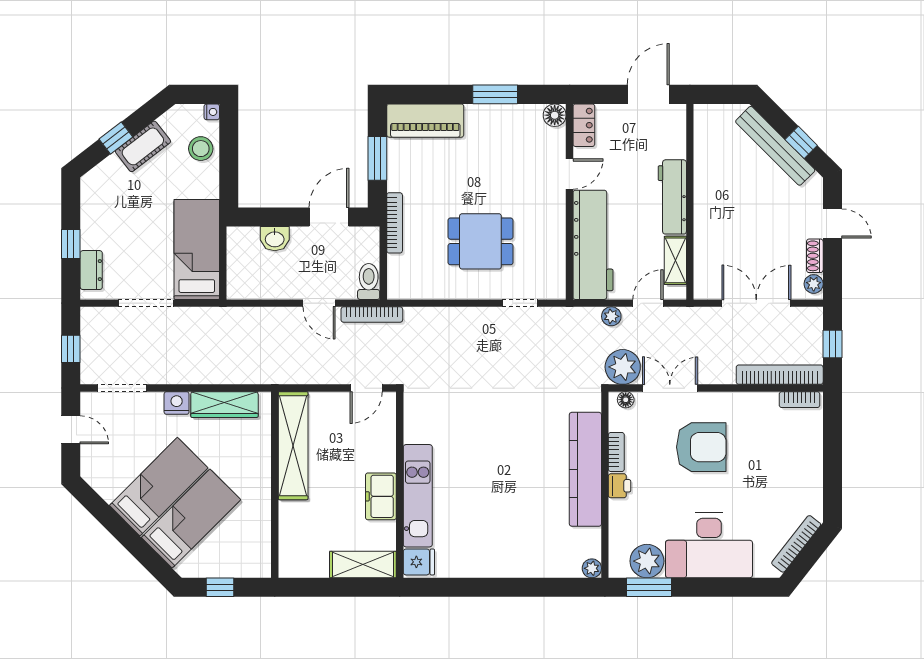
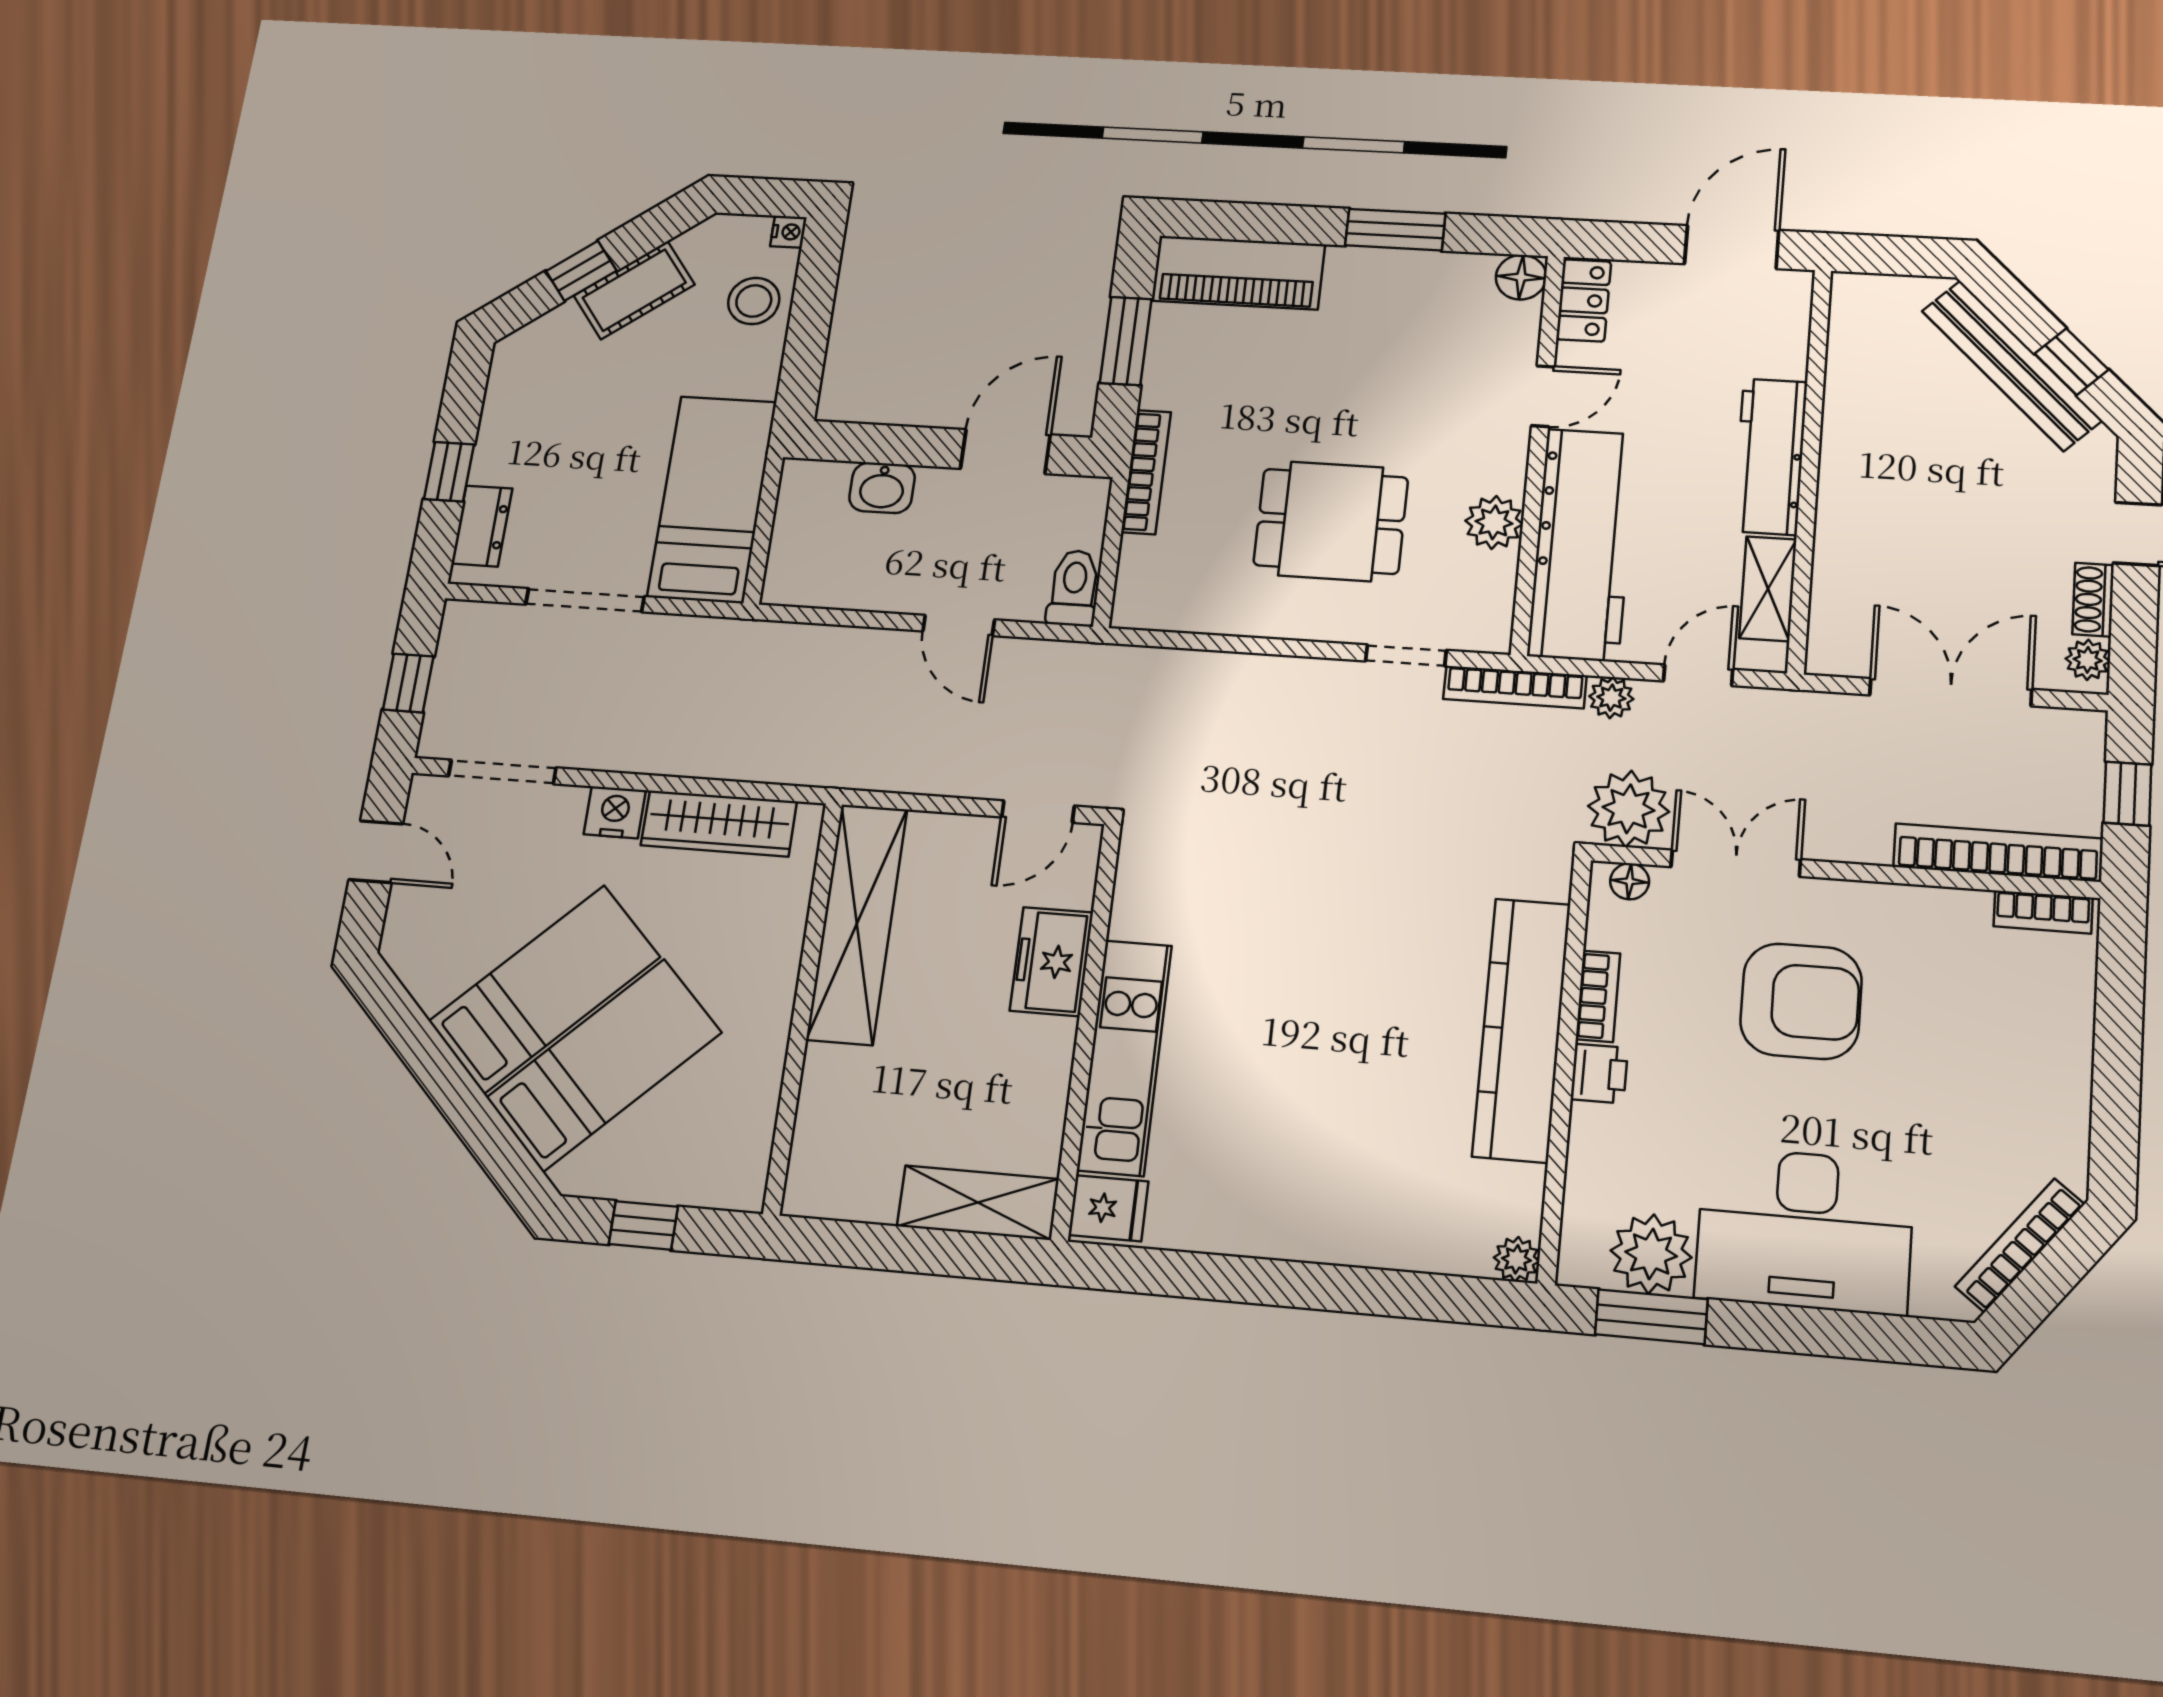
plant: (553, 237) -> (1494, 522), added
bookcase: (372, 315) -> (1515, 687), moved
freezer: (381, 496) -> (1052, 962), moved

